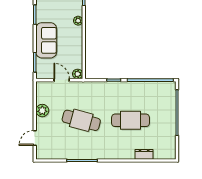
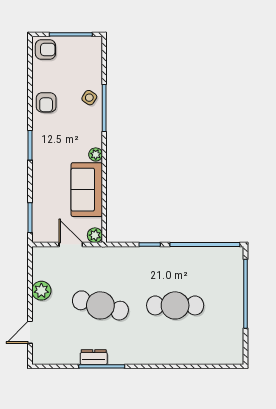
sofa: (46, 40) -> (87, 190), moved, turned 180
dresser: (144, 154) -> (94, 357), moved

